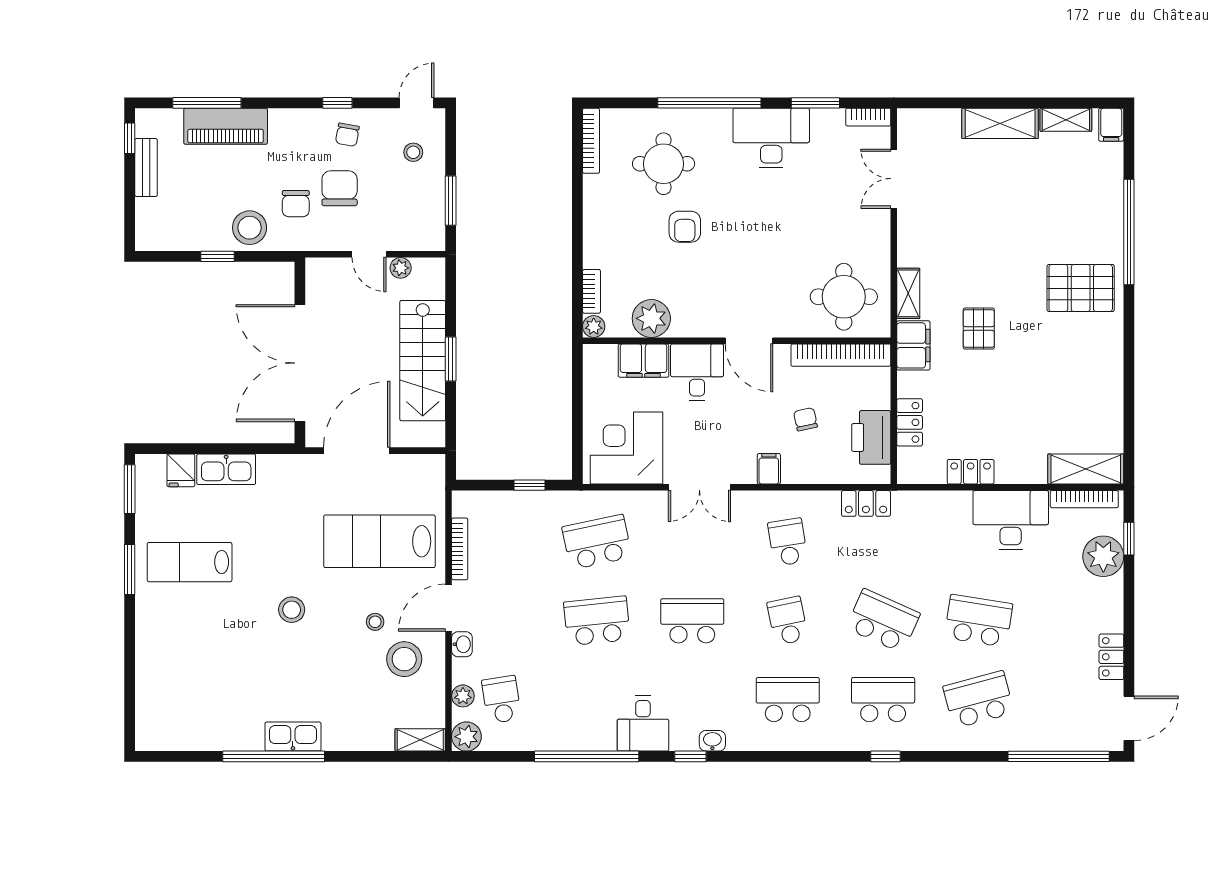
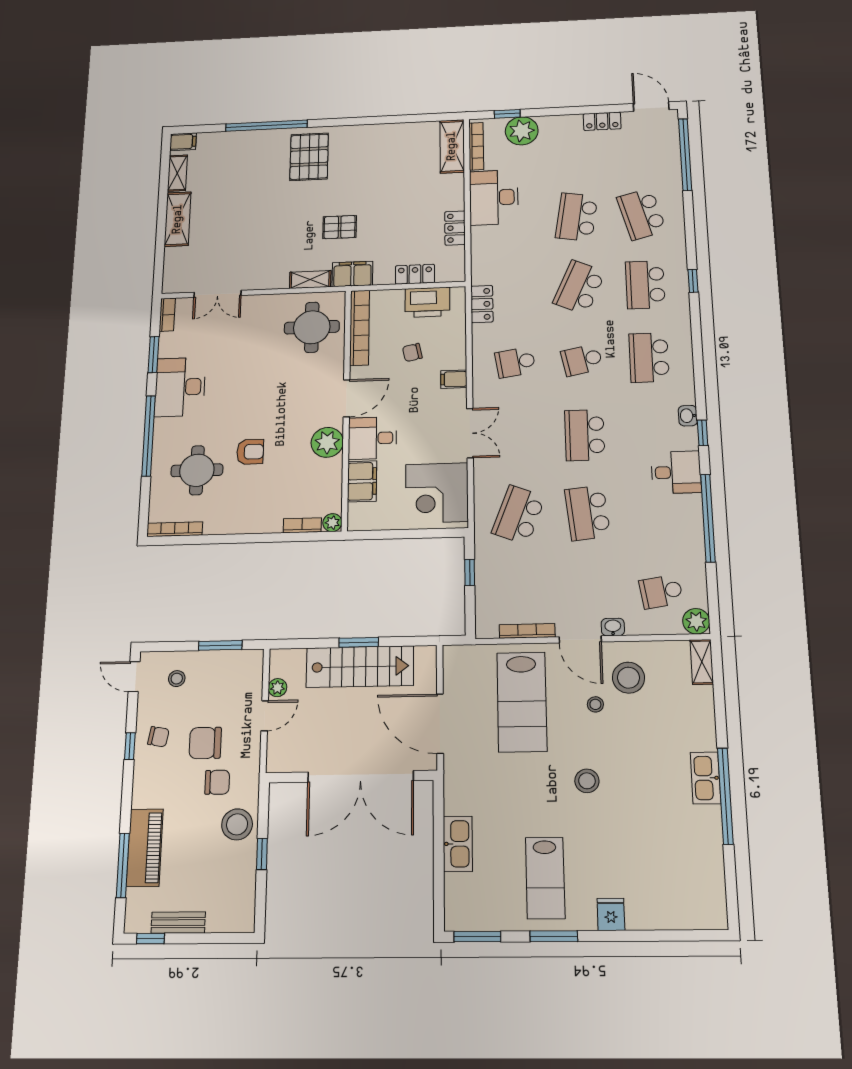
plant: (651, 318) -> (327, 442), moved
fridge: (181, 470) -> (611, 914), moved, turned -90
school desk: (597, 542) -> (519, 515), turned 33
plant: (463, 696) -> (660, 625), removed

